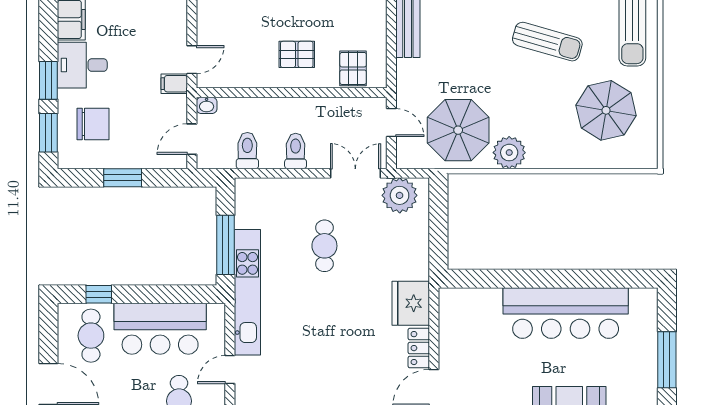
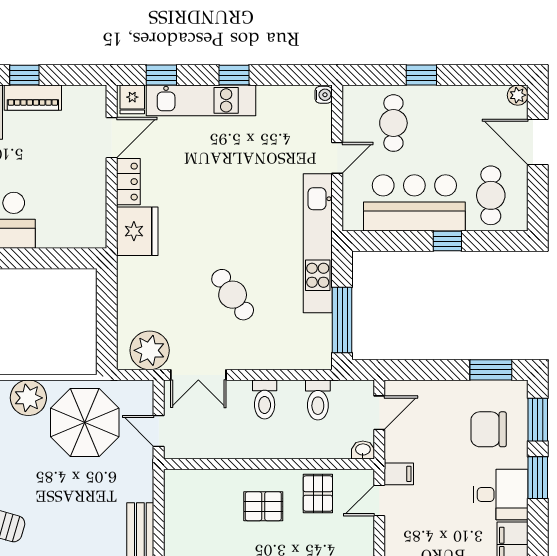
pallet: (353, 68) -> (318, 494), moved
window: (123, 178) -> (491, 370), moved
window: (225, 245) -> (342, 320), moved
cafe table: (324, 246) -> (233, 295), turned -35
window: (99, 294) -> (447, 241), moved

